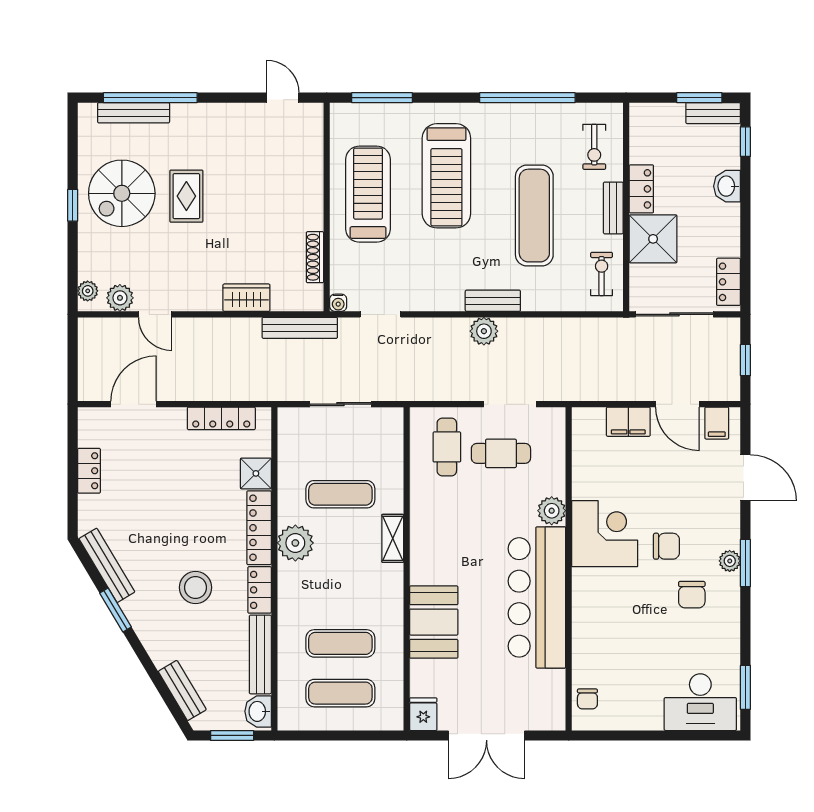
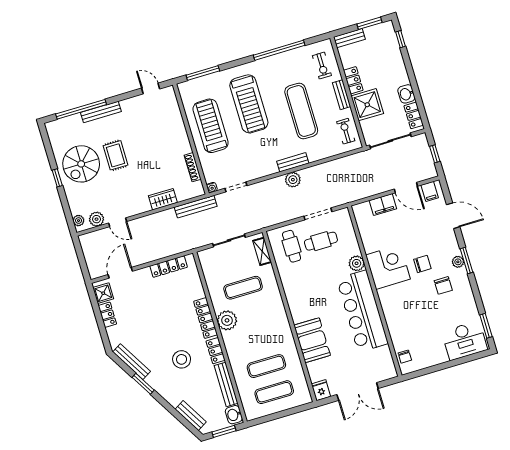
bench: (134, 113) -> (101, 112), moved
bench: (713, 113) -> (349, 38), moved
washbasin: (727, 186) -> (406, 94), moved
shower: (256, 473) -> (103, 293), moved
shelving: (393, 538) -> (262, 251), moved

